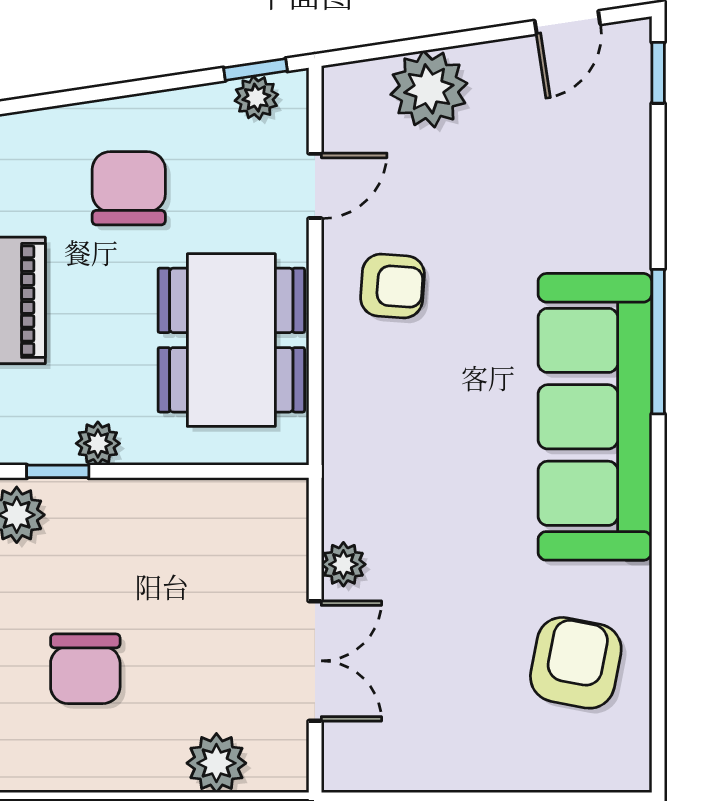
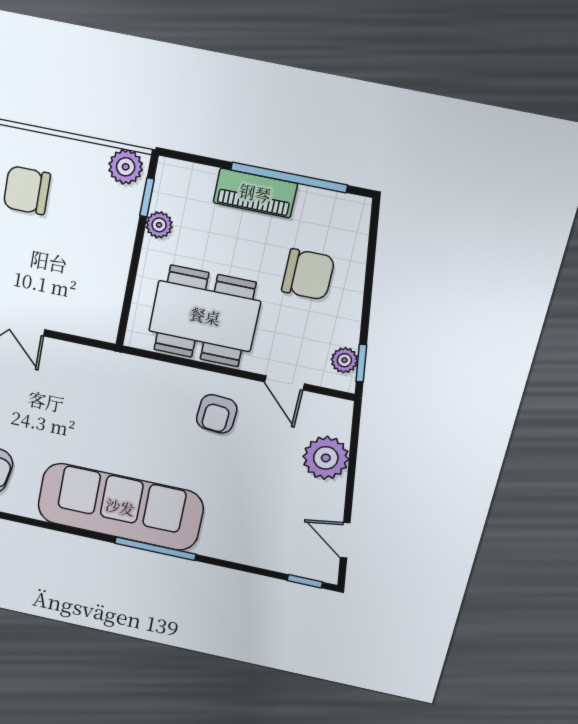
plant: (343, 564) -> (62, 353), removed

